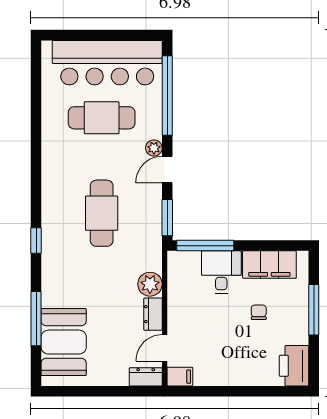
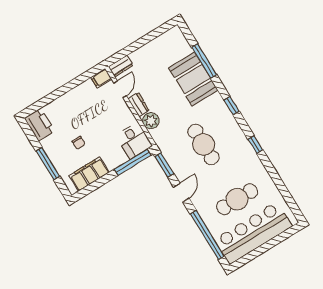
plant: (154, 148) -> (196, 200), removed
window: (36, 173) -> (255, 145), added
desk: (221, 272) -> (134, 141), moved
booth: (64, 342) -> (193, 79), moved

